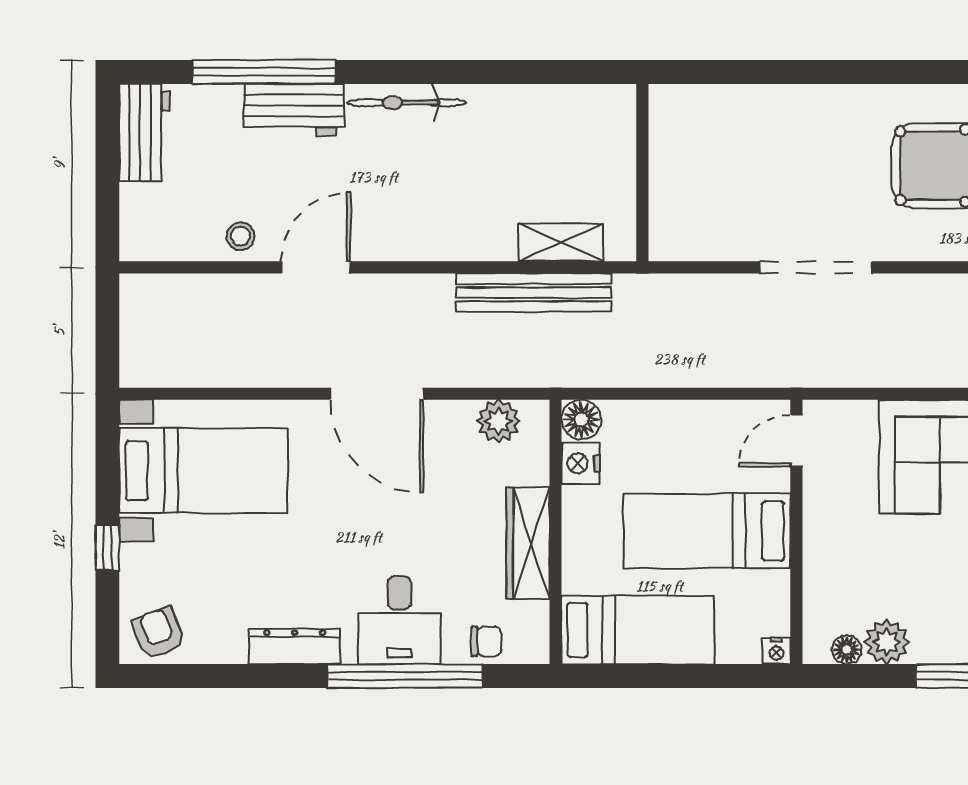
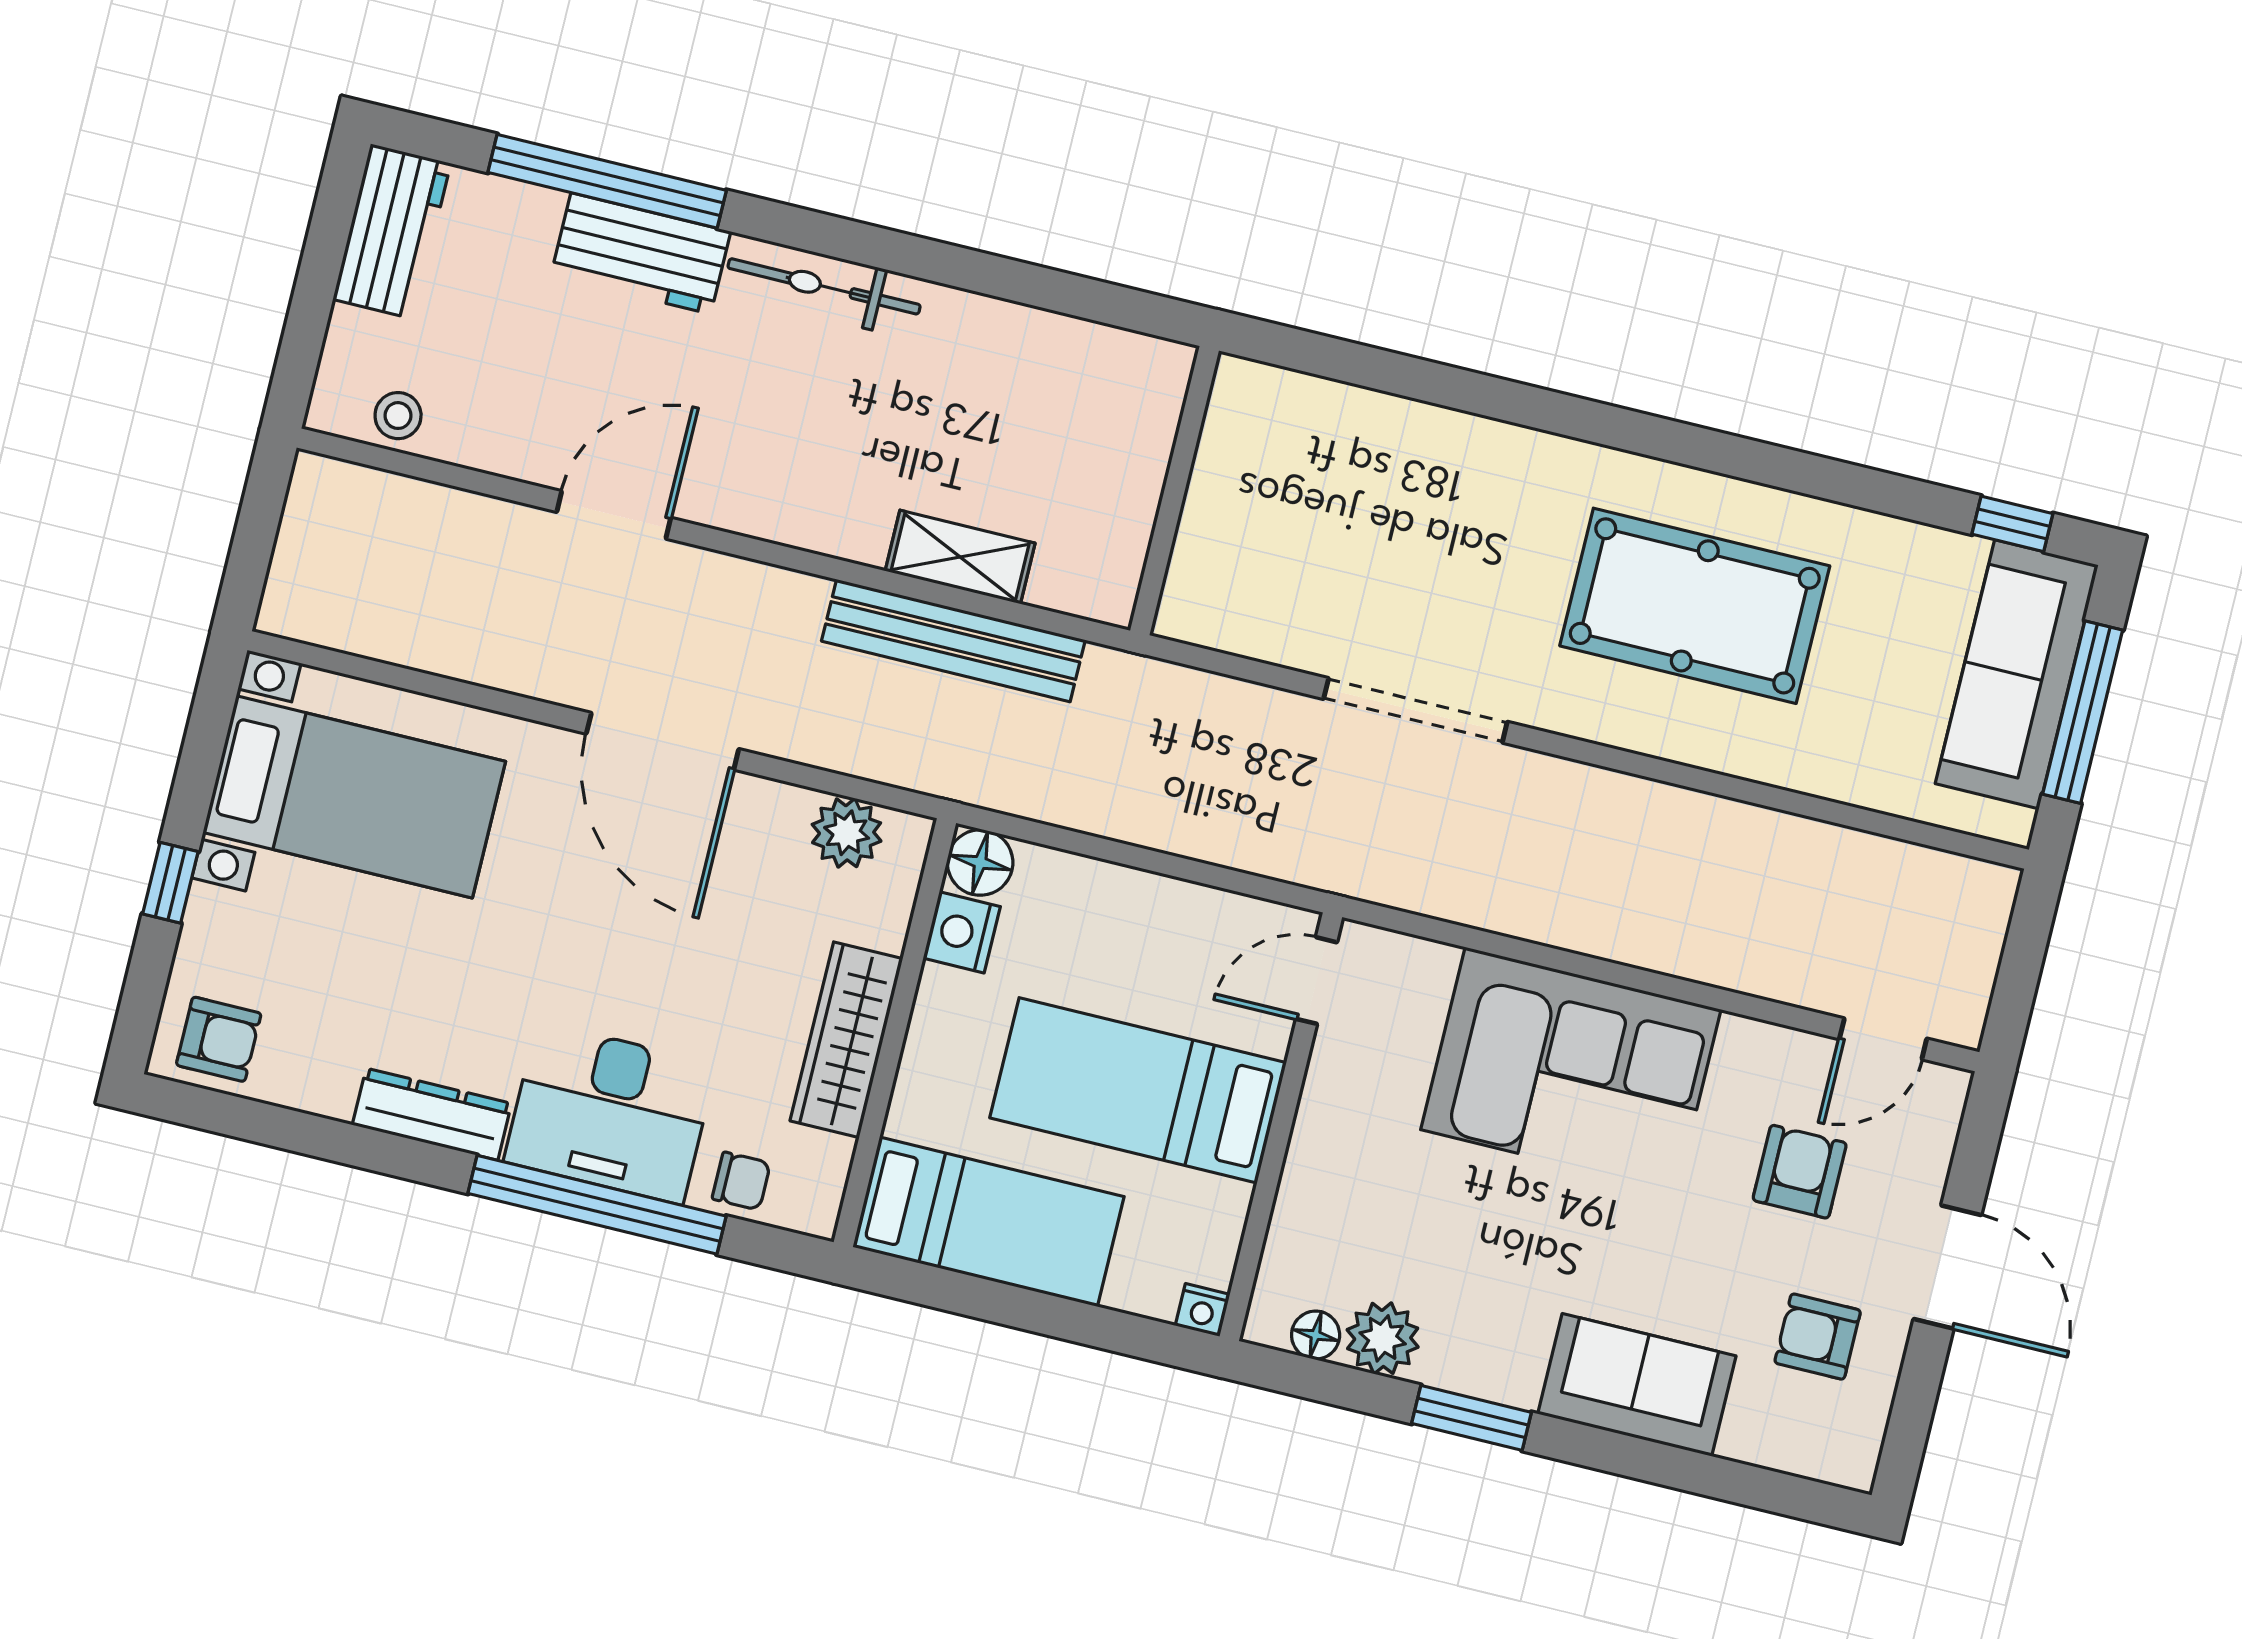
stool: (241, 236) -> (398, 416), moved
shelving: (561, 242) -> (960, 557), moved
desk: (399, 620) -> (610, 1113), width x1.37
armchair: (158, 633) -> (219, 1039), turned 111

